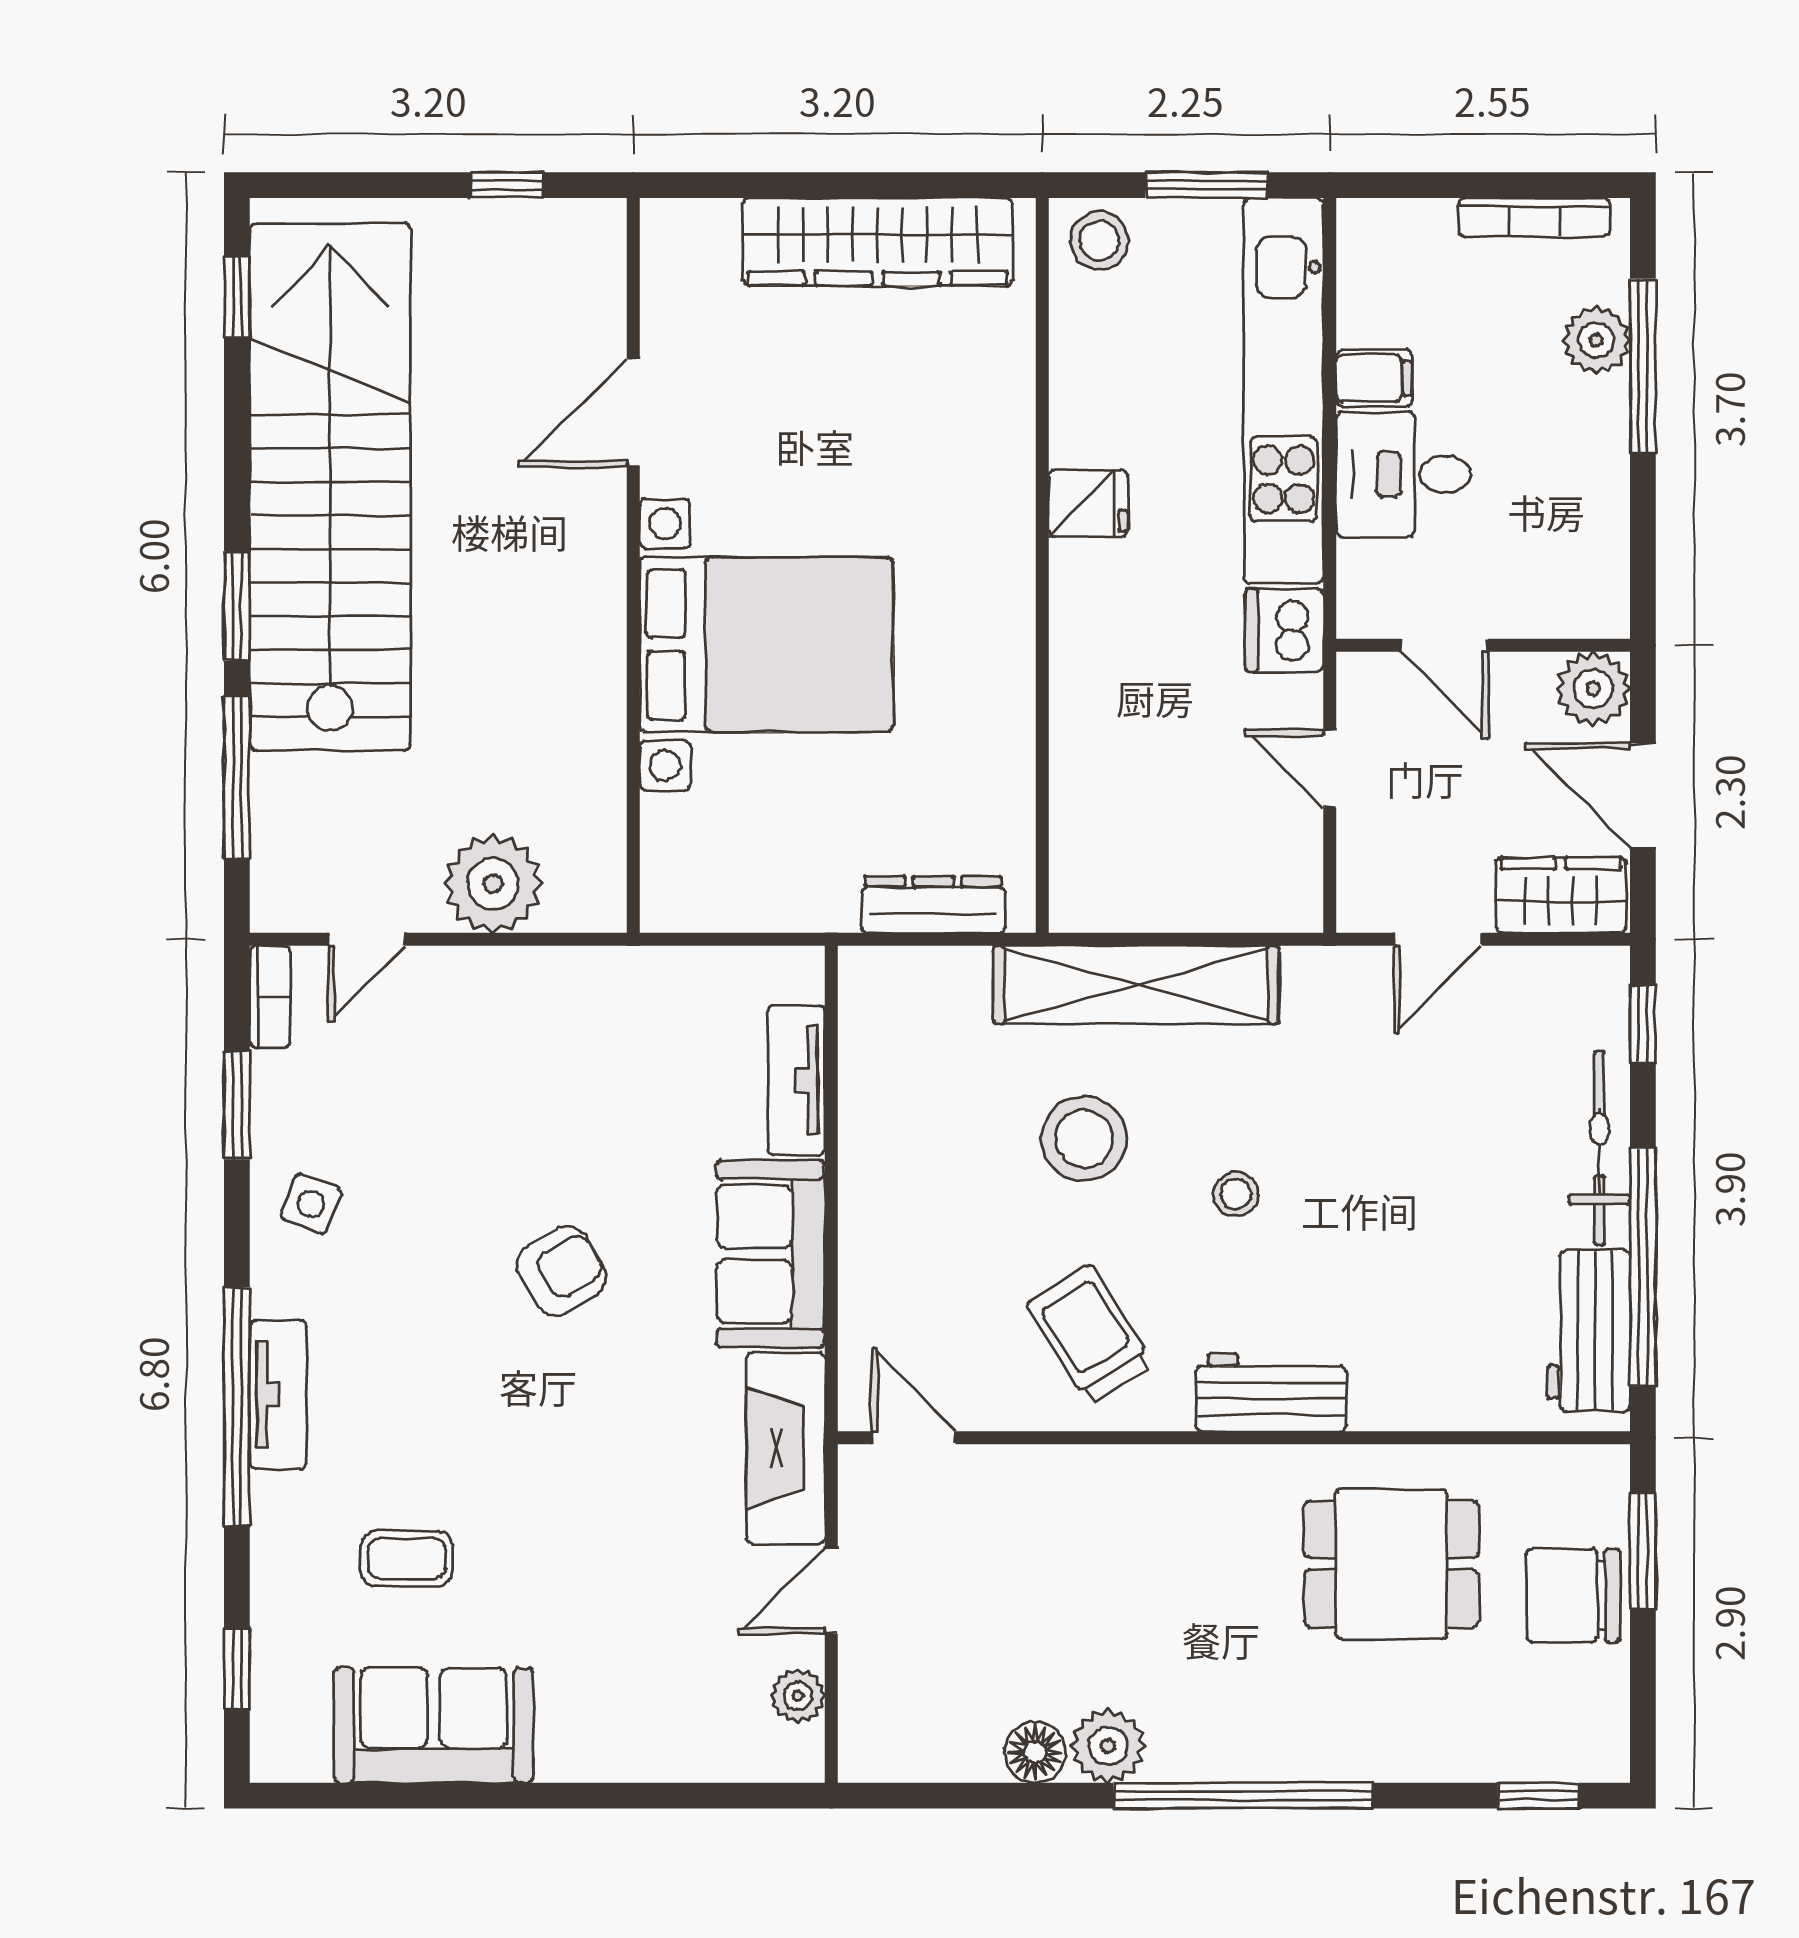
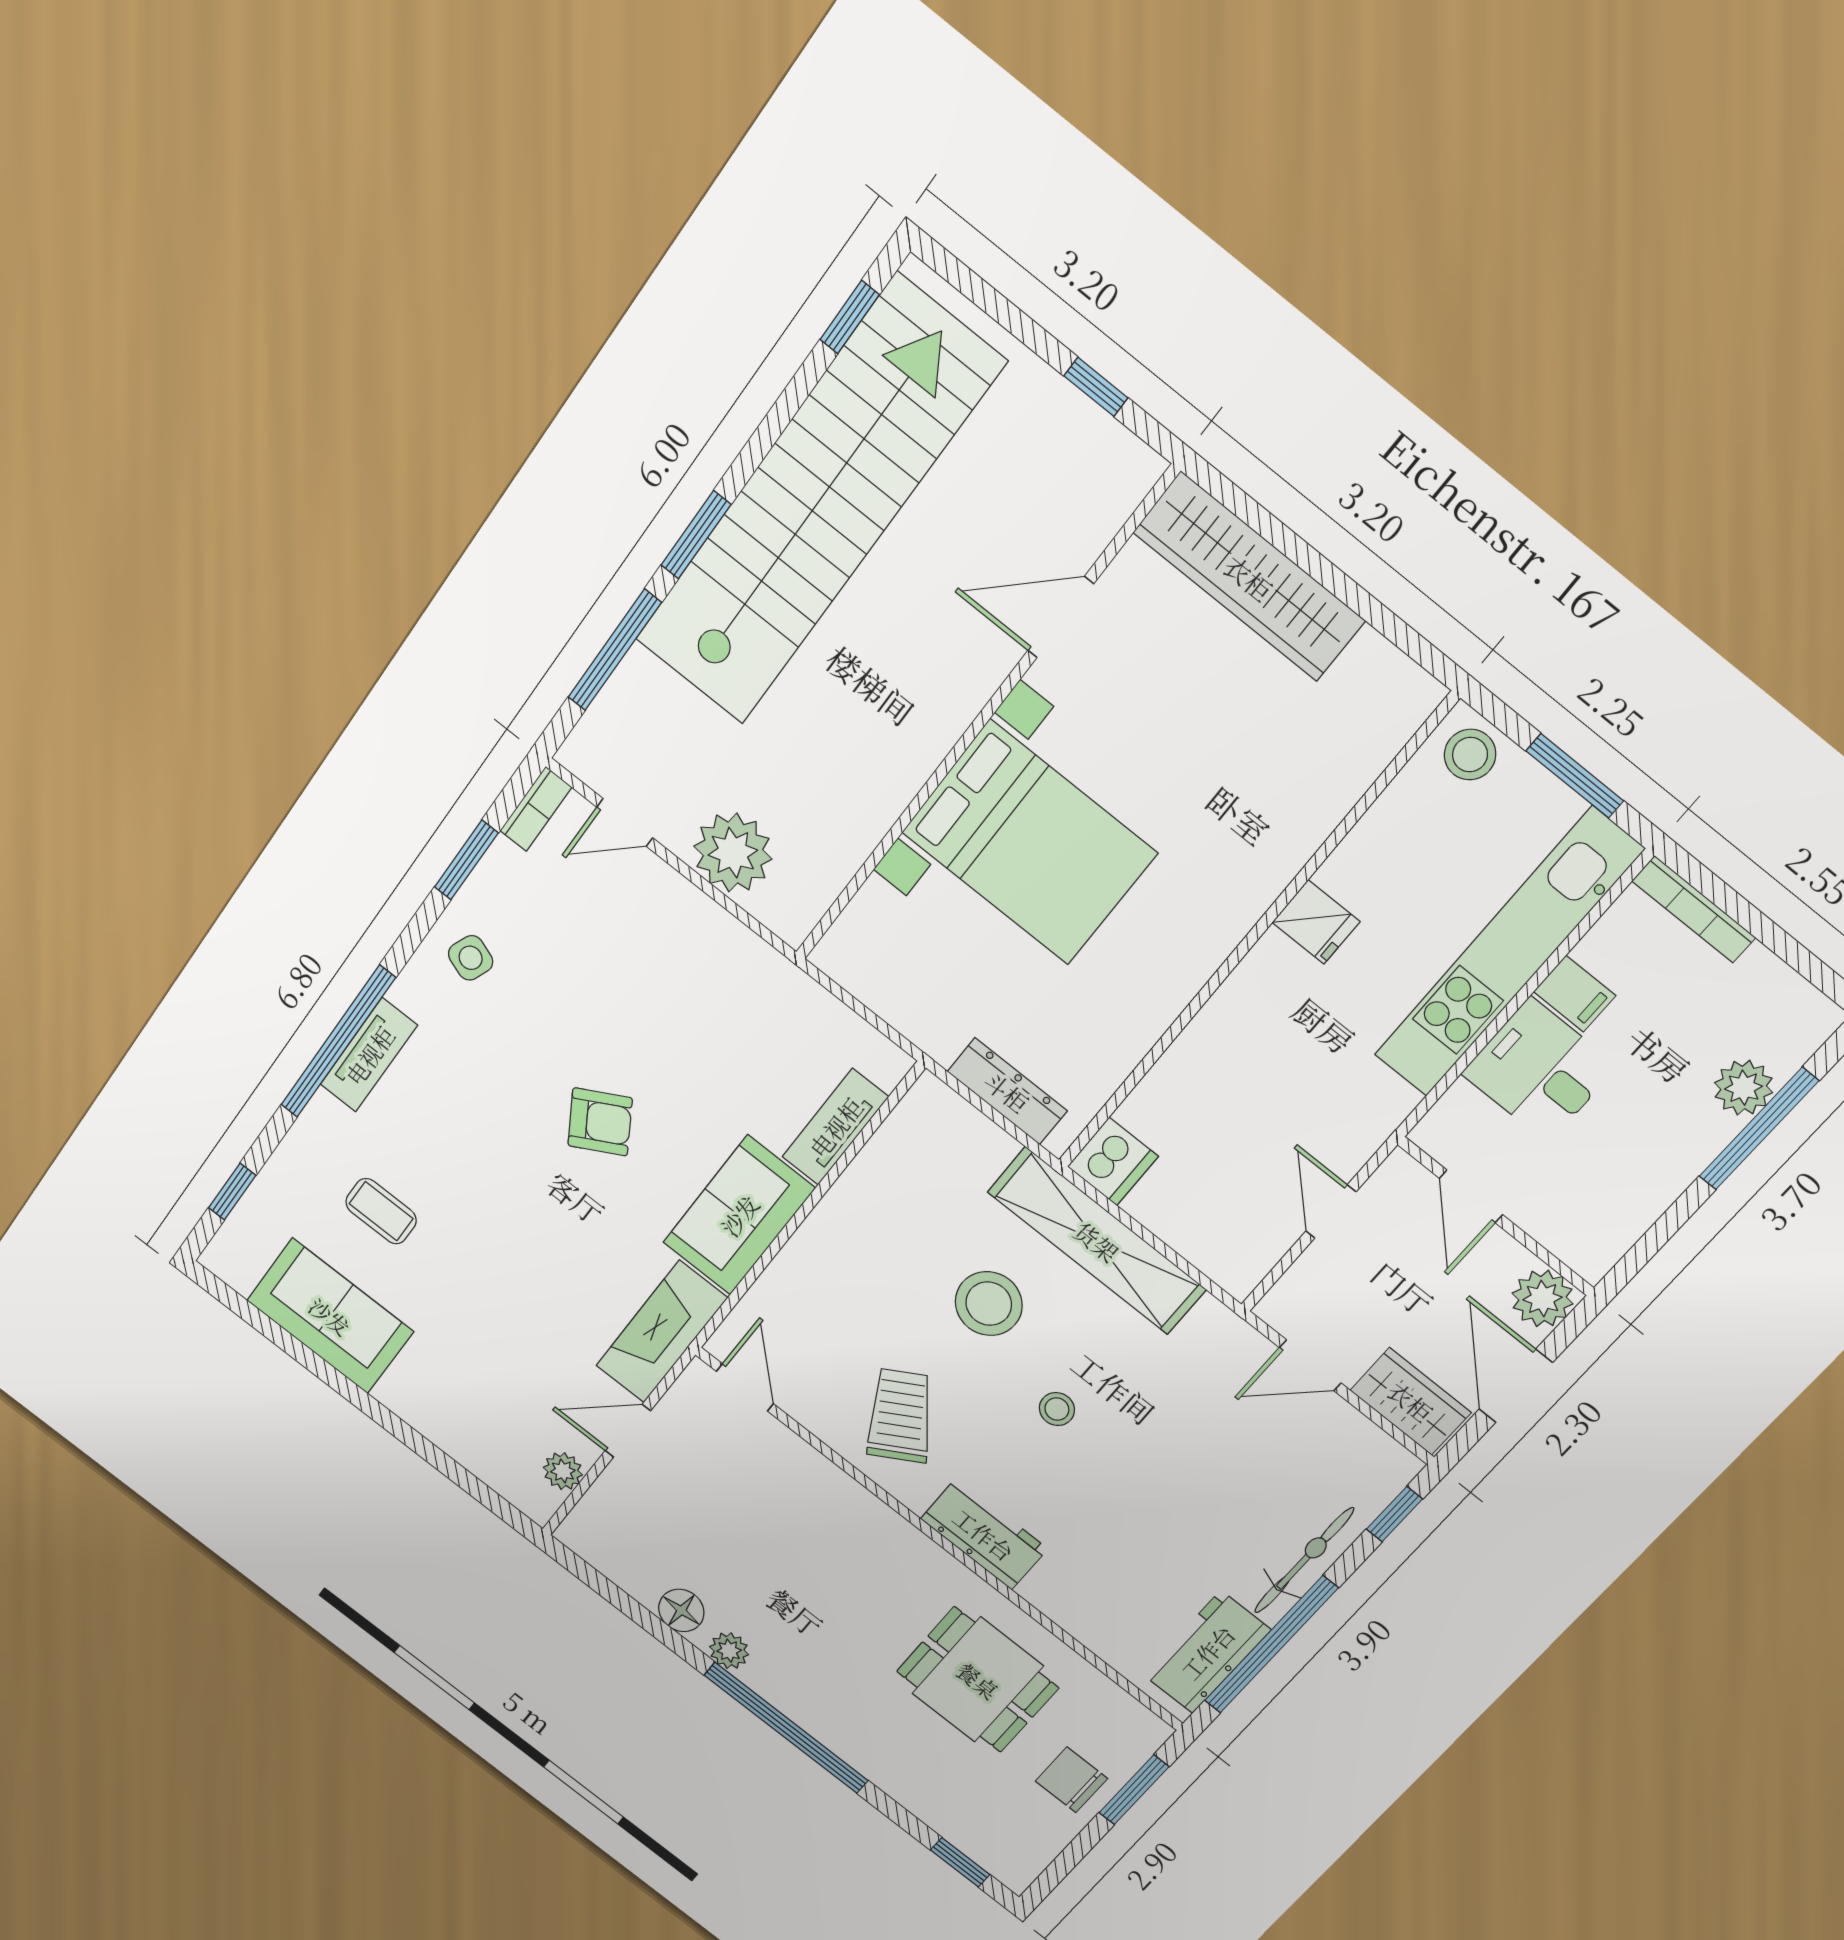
bookcase: (1534, 217) -> (1694, 909), moved
wardrobe: (878, 242) -> (1249, 577), moved
dishwasher: (1284, 630) -> (1113, 1161), moved, turned 180
chair: (1573, 1595) -> (1071, 1780), width x0.73, depth x0.73
plant: (1108, 1746) -> (729, 1651), width x0.73, depth x0.73

